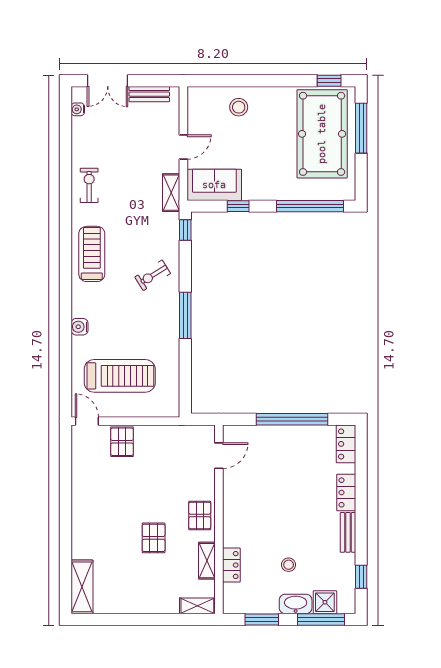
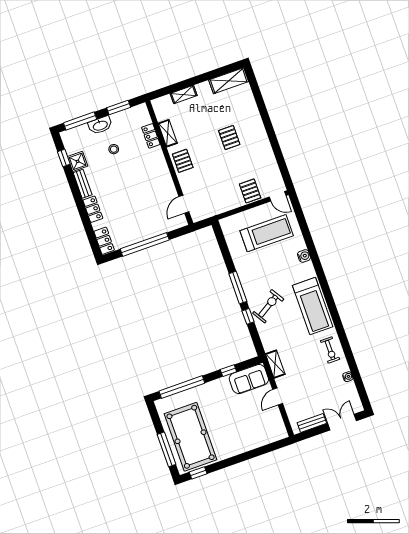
stool: (239, 107) -> (251, 435), removed
water cooler: (78, 109) -> (348, 377), moved
window: (185, 230) -> (248, 316), moved
treadmill: (92, 254) -> (313, 306), width x1.37, depth x1.38
exercise bike: (153, 275) -> (268, 306), width x1.38, depth x1.39
treadmill: (120, 376) -> (267, 233), turned 180
pallet: (154, 538) -> (229, 137), moved
shelving: (82, 587) -> (229, 81), moved, turned 90
shower: (325, 602) -> (78, 161), moved
shelving: (197, 606) -> (184, 95), moved

